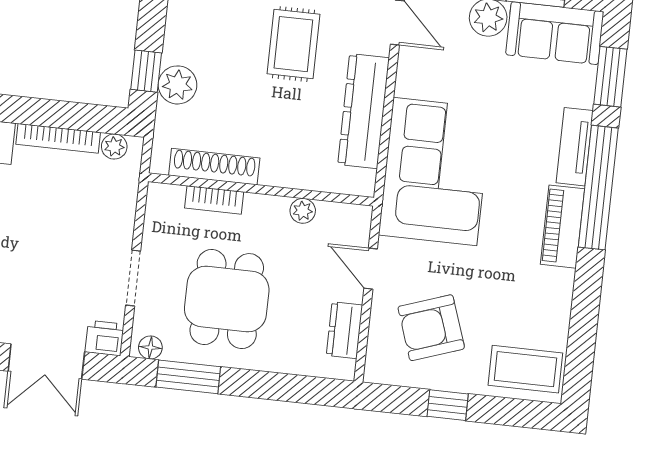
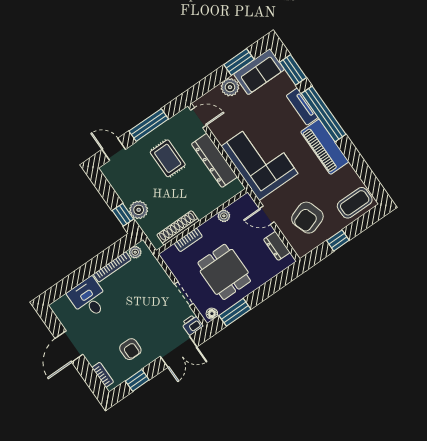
piano: (563, 227) -> (325, 147), width x1.37, depth x1.33

